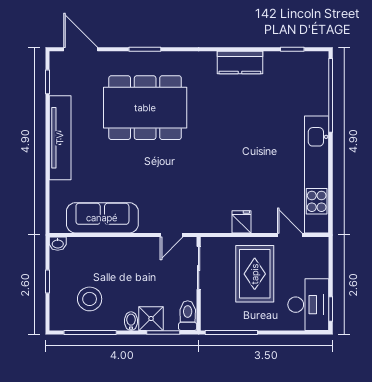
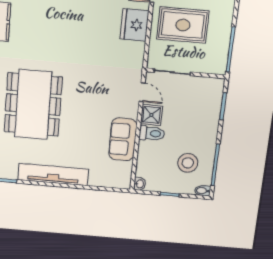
sofa: (102, 218) -> (123, 139), width x0.73
fridge: (242, 222) -> (134, 25), width x1.88, depth x1.34
toilet: (188, 316) -> (152, 133), moved, turned 180
shower: (151, 319) -> (151, 115), moved
bidet: (131, 321) -> (203, 191), moved

